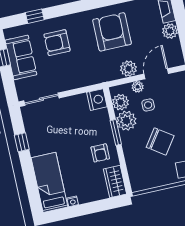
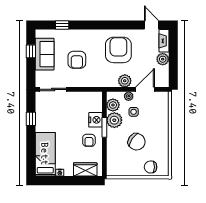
armchair: (57, 43) -> (77, 60), moved, turned -90
nightstand: (97, 100) -> (95, 120), moved
wardrobe: (115, 181) -> (85, 169), moved, turned 90

